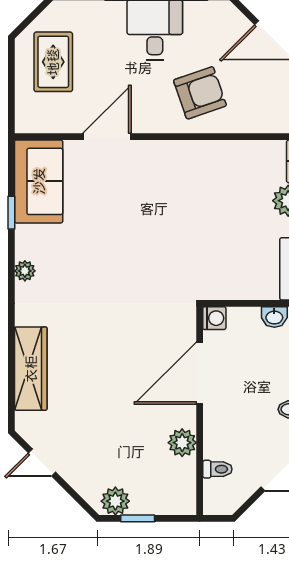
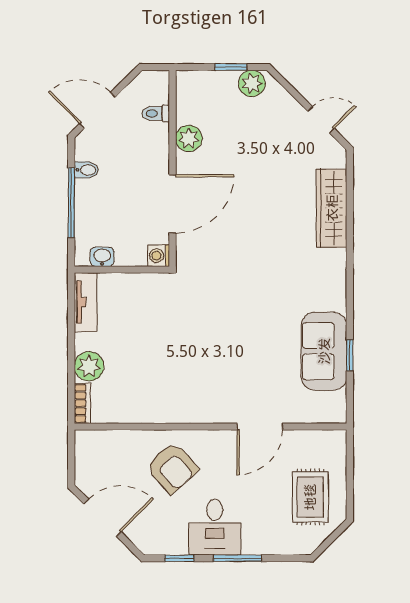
armchair: (200, 93) -> (172, 468), turned -113
sofa: (39, 181) -> (324, 351), moved
plant: (25, 271) -> (337, 300), removed

